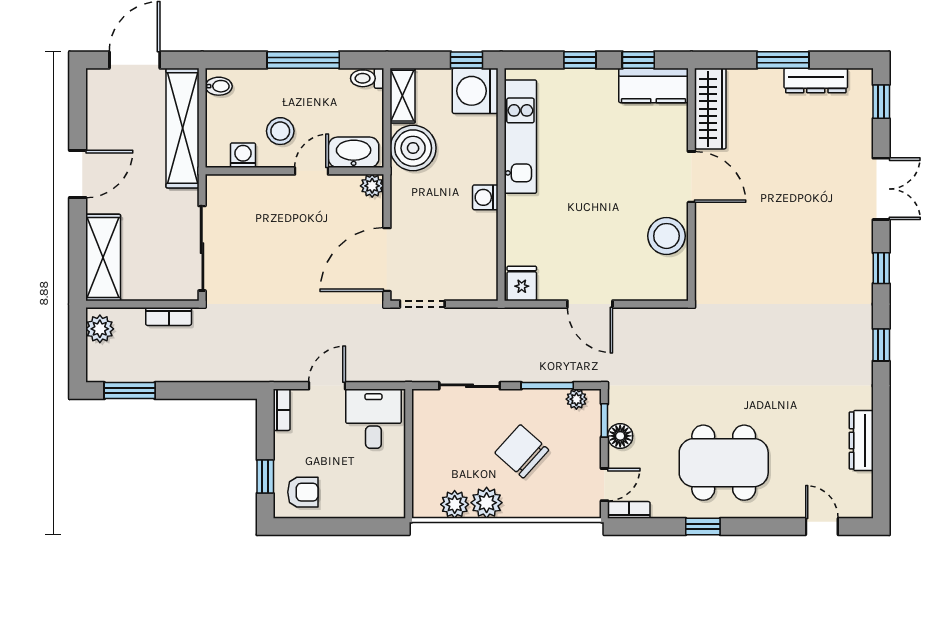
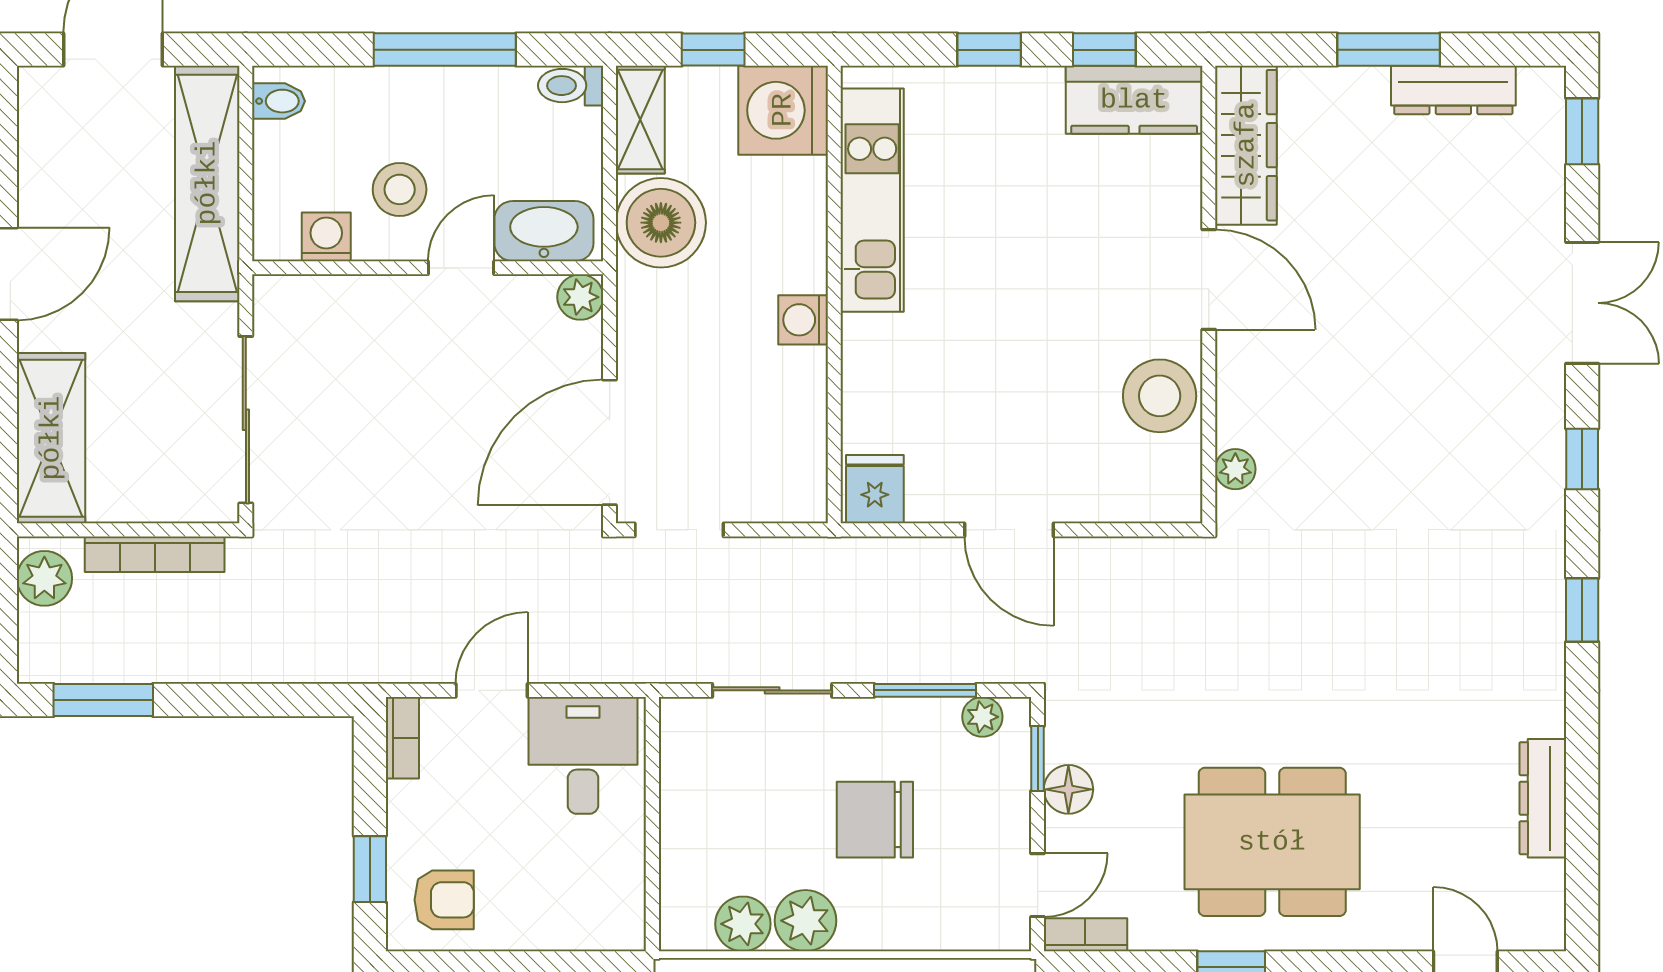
window: (467, 60) -> (713, 50), moved
plant: (705, 273) -> (1235, 469), added
bookcase: (169, 316) -> (155, 554), width x1.56
chair: (522, 451) -> (875, 820), turned -42

